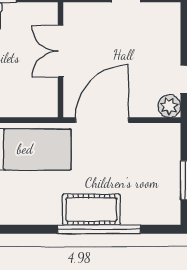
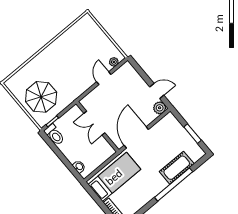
cot: (91, 210) -> (177, 168), moved

